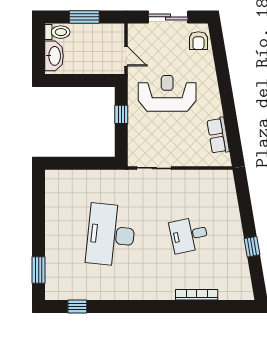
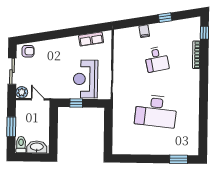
plant: (136, 32) -> (22, 92), added
door: (126, 56) -> (38, 99), hinge flipped
reception desk: (167, 93) -> (86, 79), moved
filing cabinet: (231, 216) -> (144, 31), added
window: (77, 306) -> (204, 33), moved

